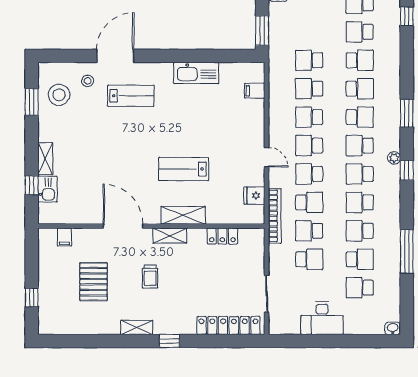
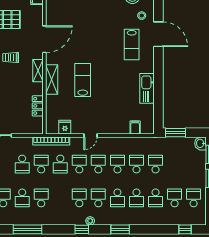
school desk: (360, 202) -> (60, 198), removed

